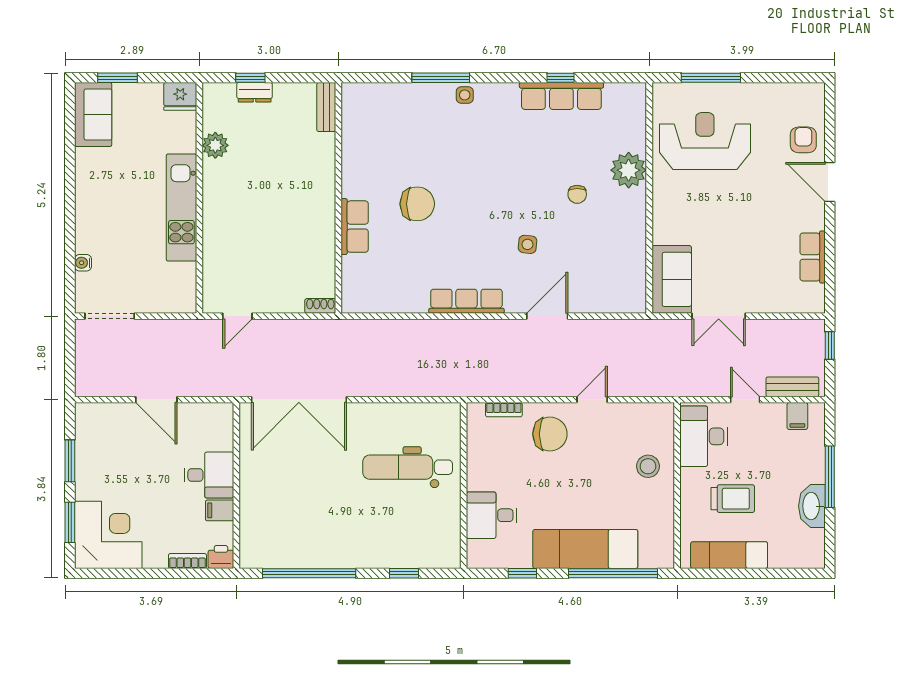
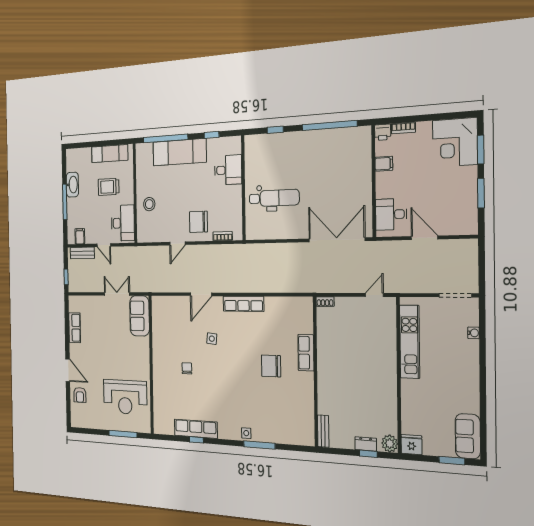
plant: (215, 145) -> (390, 444), moved
plant: (629, 170) -> (162, 382), removed
kitchen unit: (181, 207) -> (410, 342), moved
desk: (209, 475) -> (391, 214), moved

